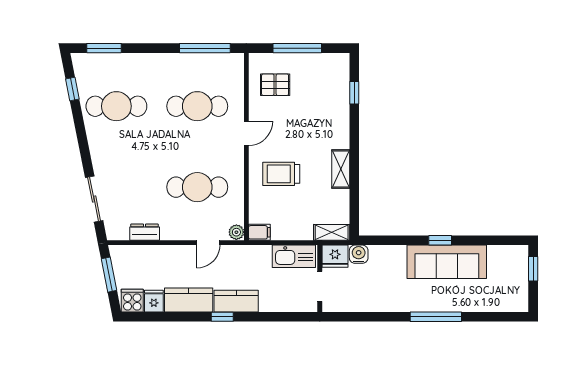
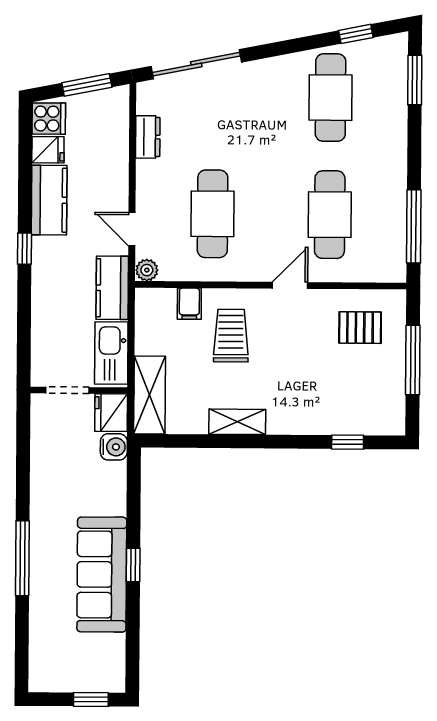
pallet: (275, 85) -> (360, 328), turned 90
door: (246, 133) -> (290, 285), swing flipped
sliding door: (94, 199) -> (196, 64), width x1.37
filing cabinet: (259, 232) -> (189, 304), moved
shelving: (332, 232) -> (150, 395), width x1.50, depth x1.33
kitchen counter: (236, 301) -> (112, 288), moved, turned 180

